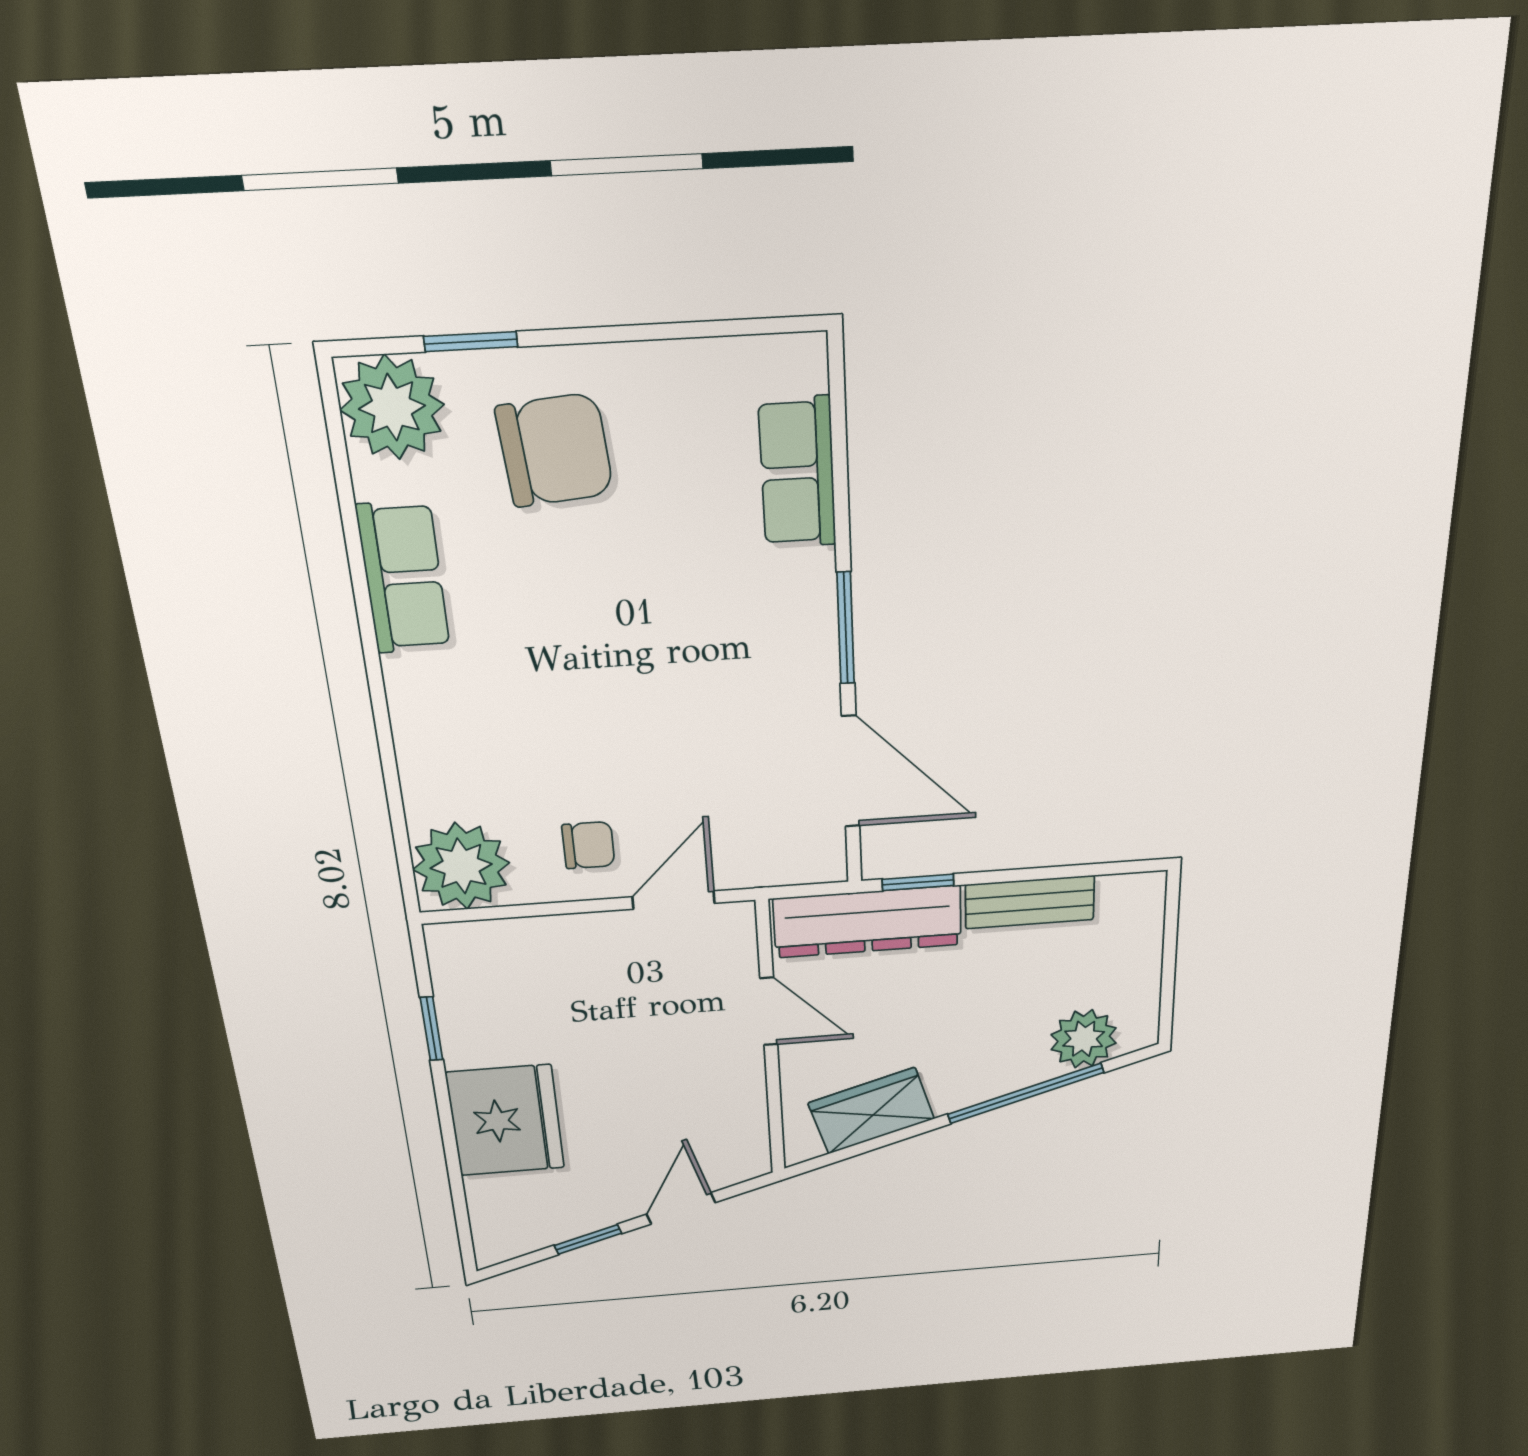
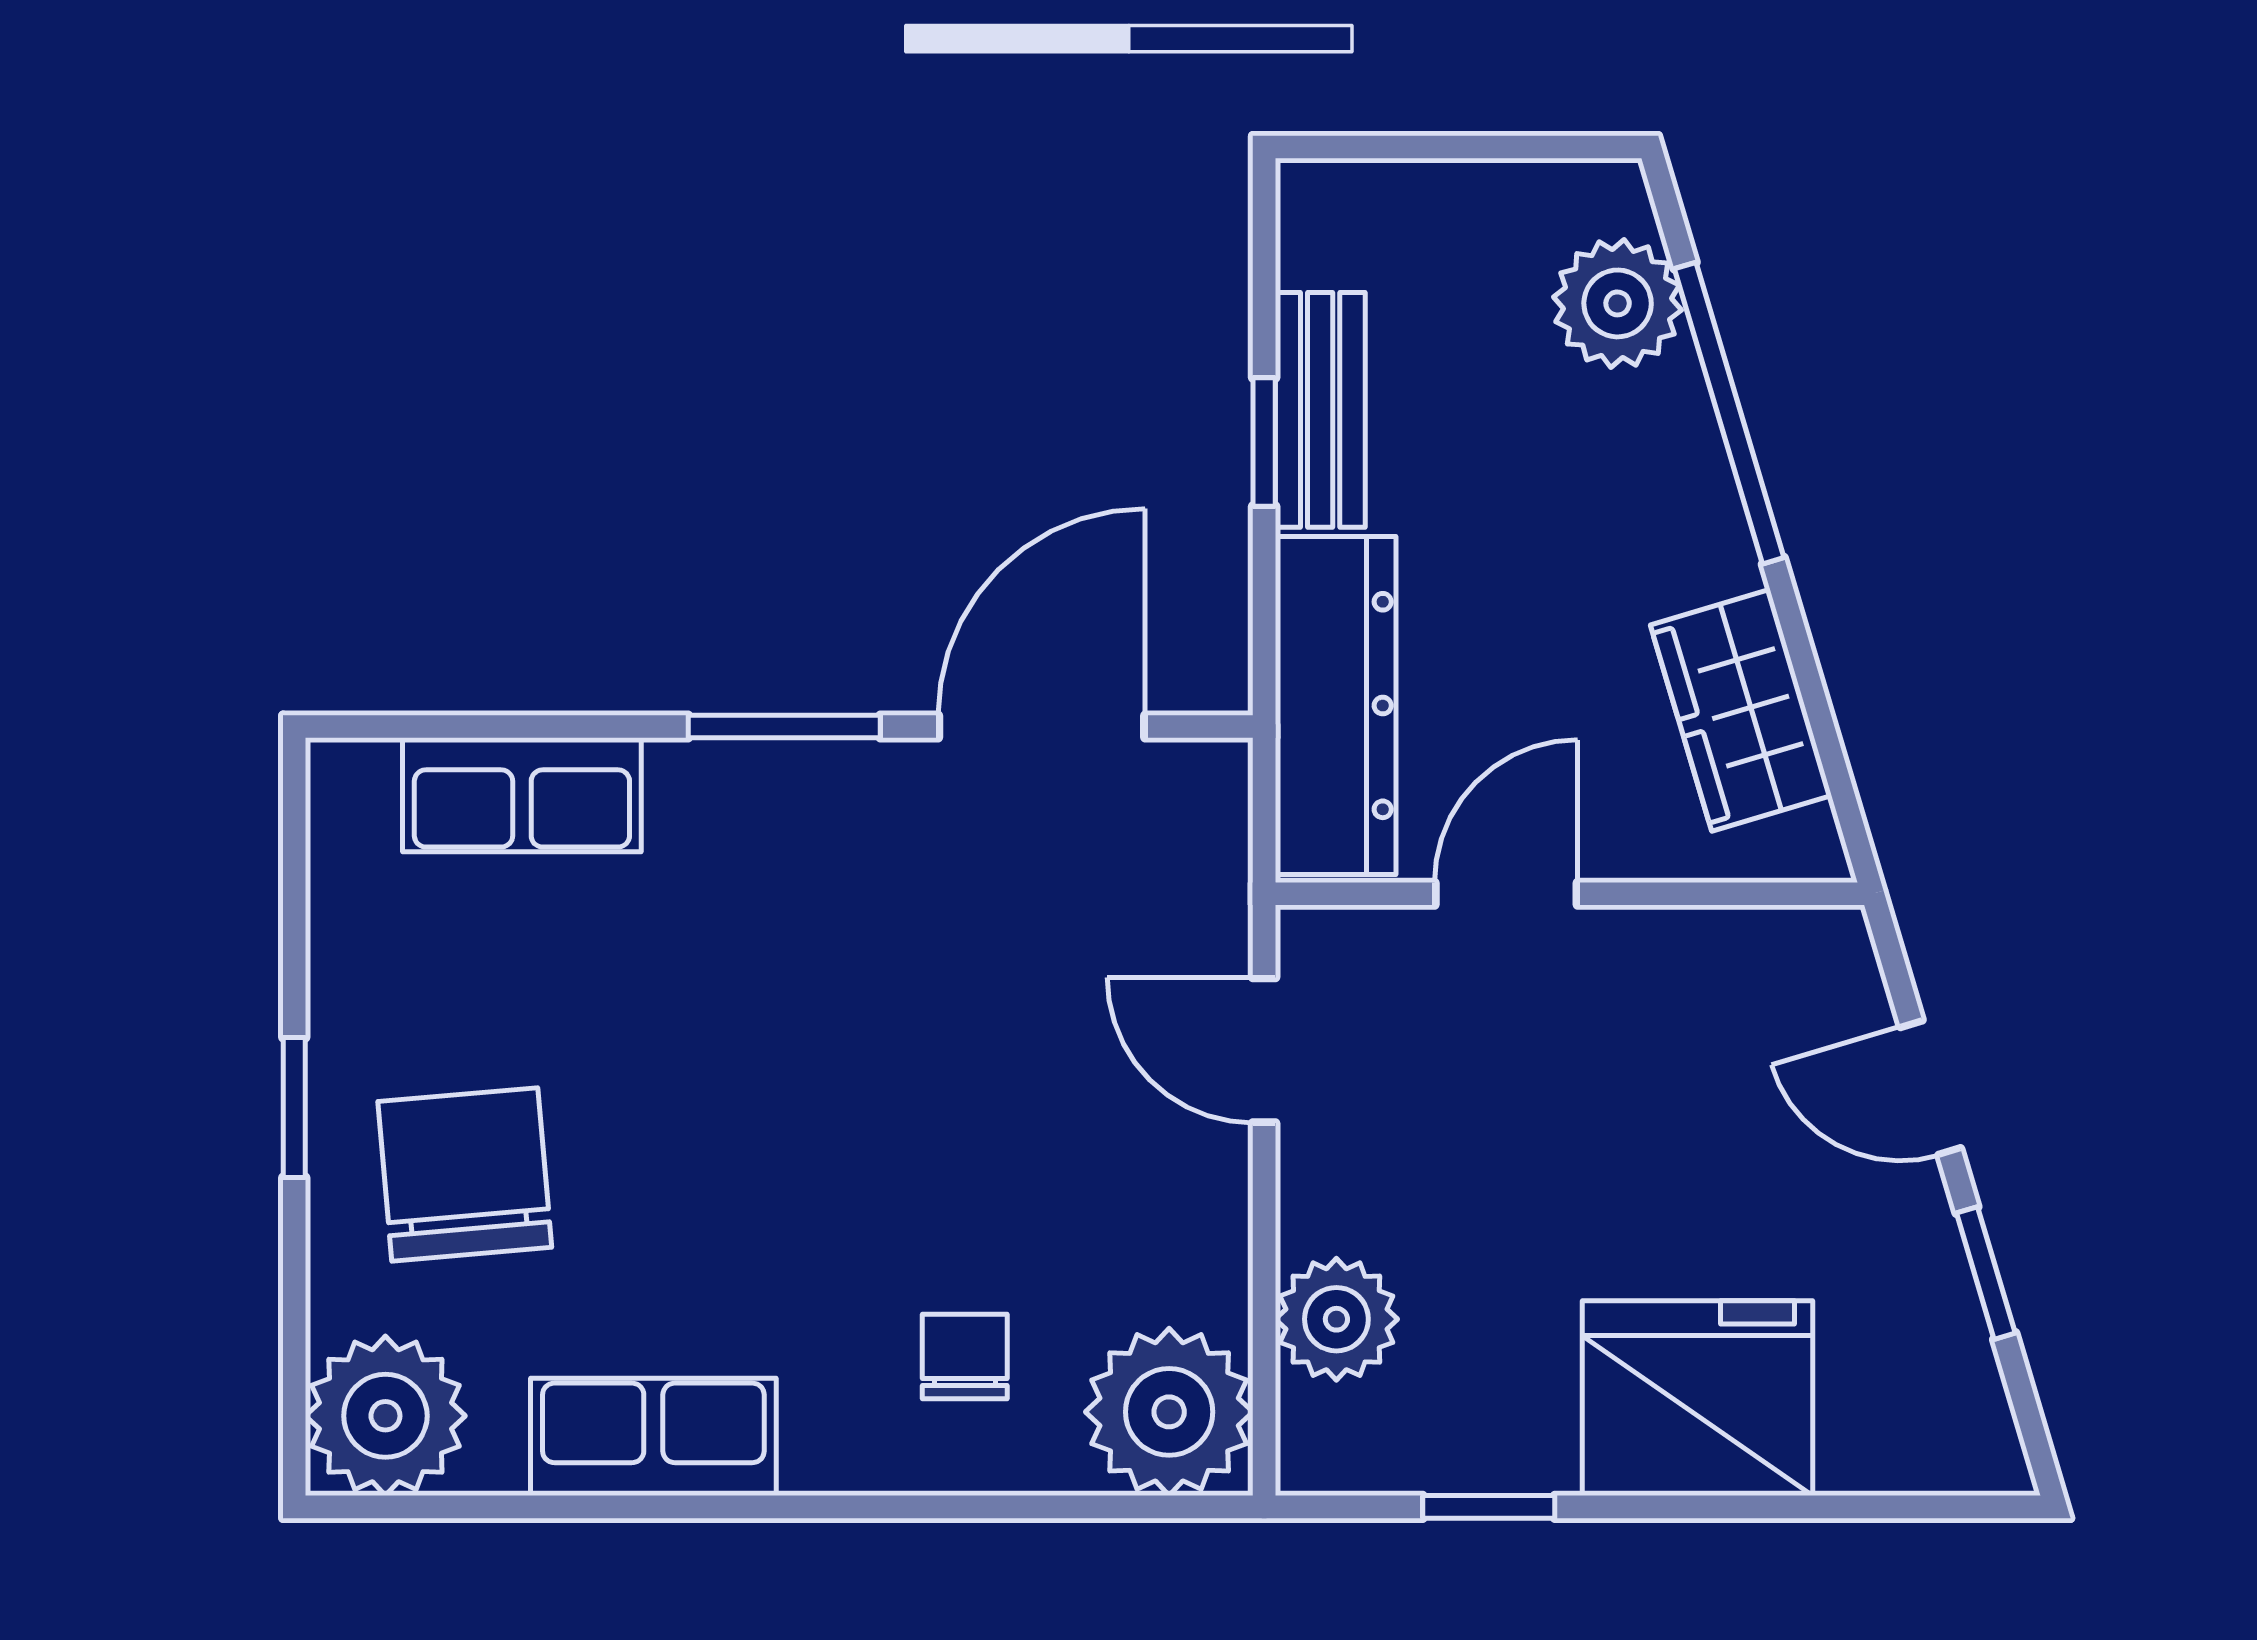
window: (471, 342) -> (294, 1108), moved
chair: (588, 845) -> (965, 1356), moved
window: (918, 882) -> (1264, 442), moved
plant: (526, 947) -> (1336, 1319), added

